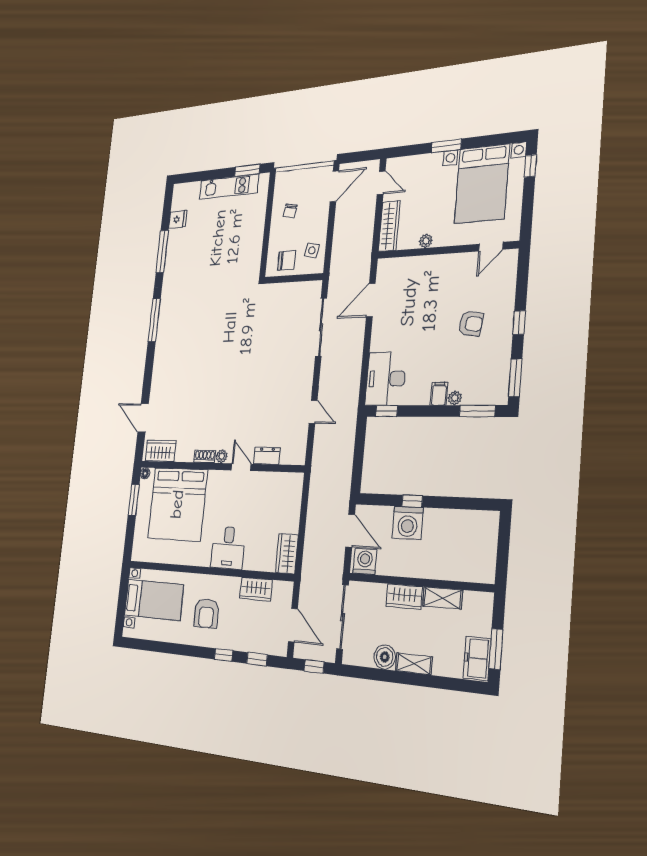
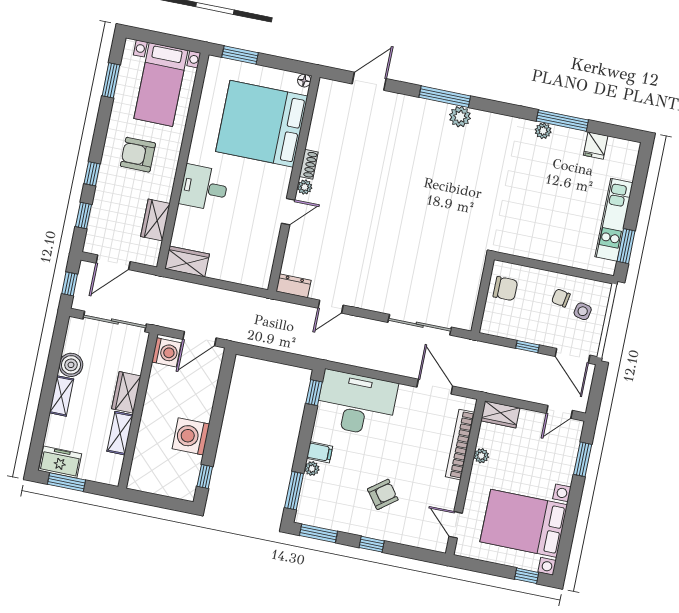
window: (446, 146) -> (583, 459), moved
wardrobe: (389, 226) -> (500, 414), width x0.67
window: (331, 227) -> (528, 347), added
side table: (312, 250) -> (583, 311), moved
chair: (287, 261) -> (505, 289), turned -90
bookcase: (418, 263) -> (460, 445), added
plant: (170, 265) -> (543, 131), added
window: (154, 320) -> (445, 97), moved
armchair: (471, 324) -> (383, 494), turned -136
plant: (164, 335) -> (460, 117), added
desk: (386, 379) -> (356, 403), width x1.36, depth x1.30
wardrobe: (161, 451) -> (326, 104), removed
dresser: (267, 456) -> (293, 286), moved, turned -90
window: (134, 500) -> (240, 55), moved
window: (412, 501) -> (205, 477), moved
washing machine: (408, 523) -> (191, 436), moved
window: (153, 646) -> (111, 80), added

